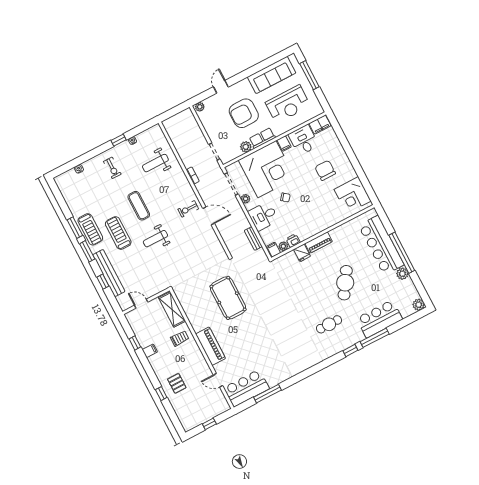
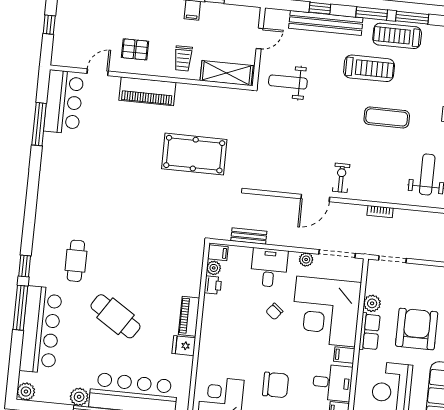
weight bench: (155, 239) -> (288, 82), moved, turned -90
fridge: (302, 253) -> (184, 346), moved
bar counter: (379, 319) -> (41, 330), width x1.36
pallet: (177, 383) -> (135, 49), moved

